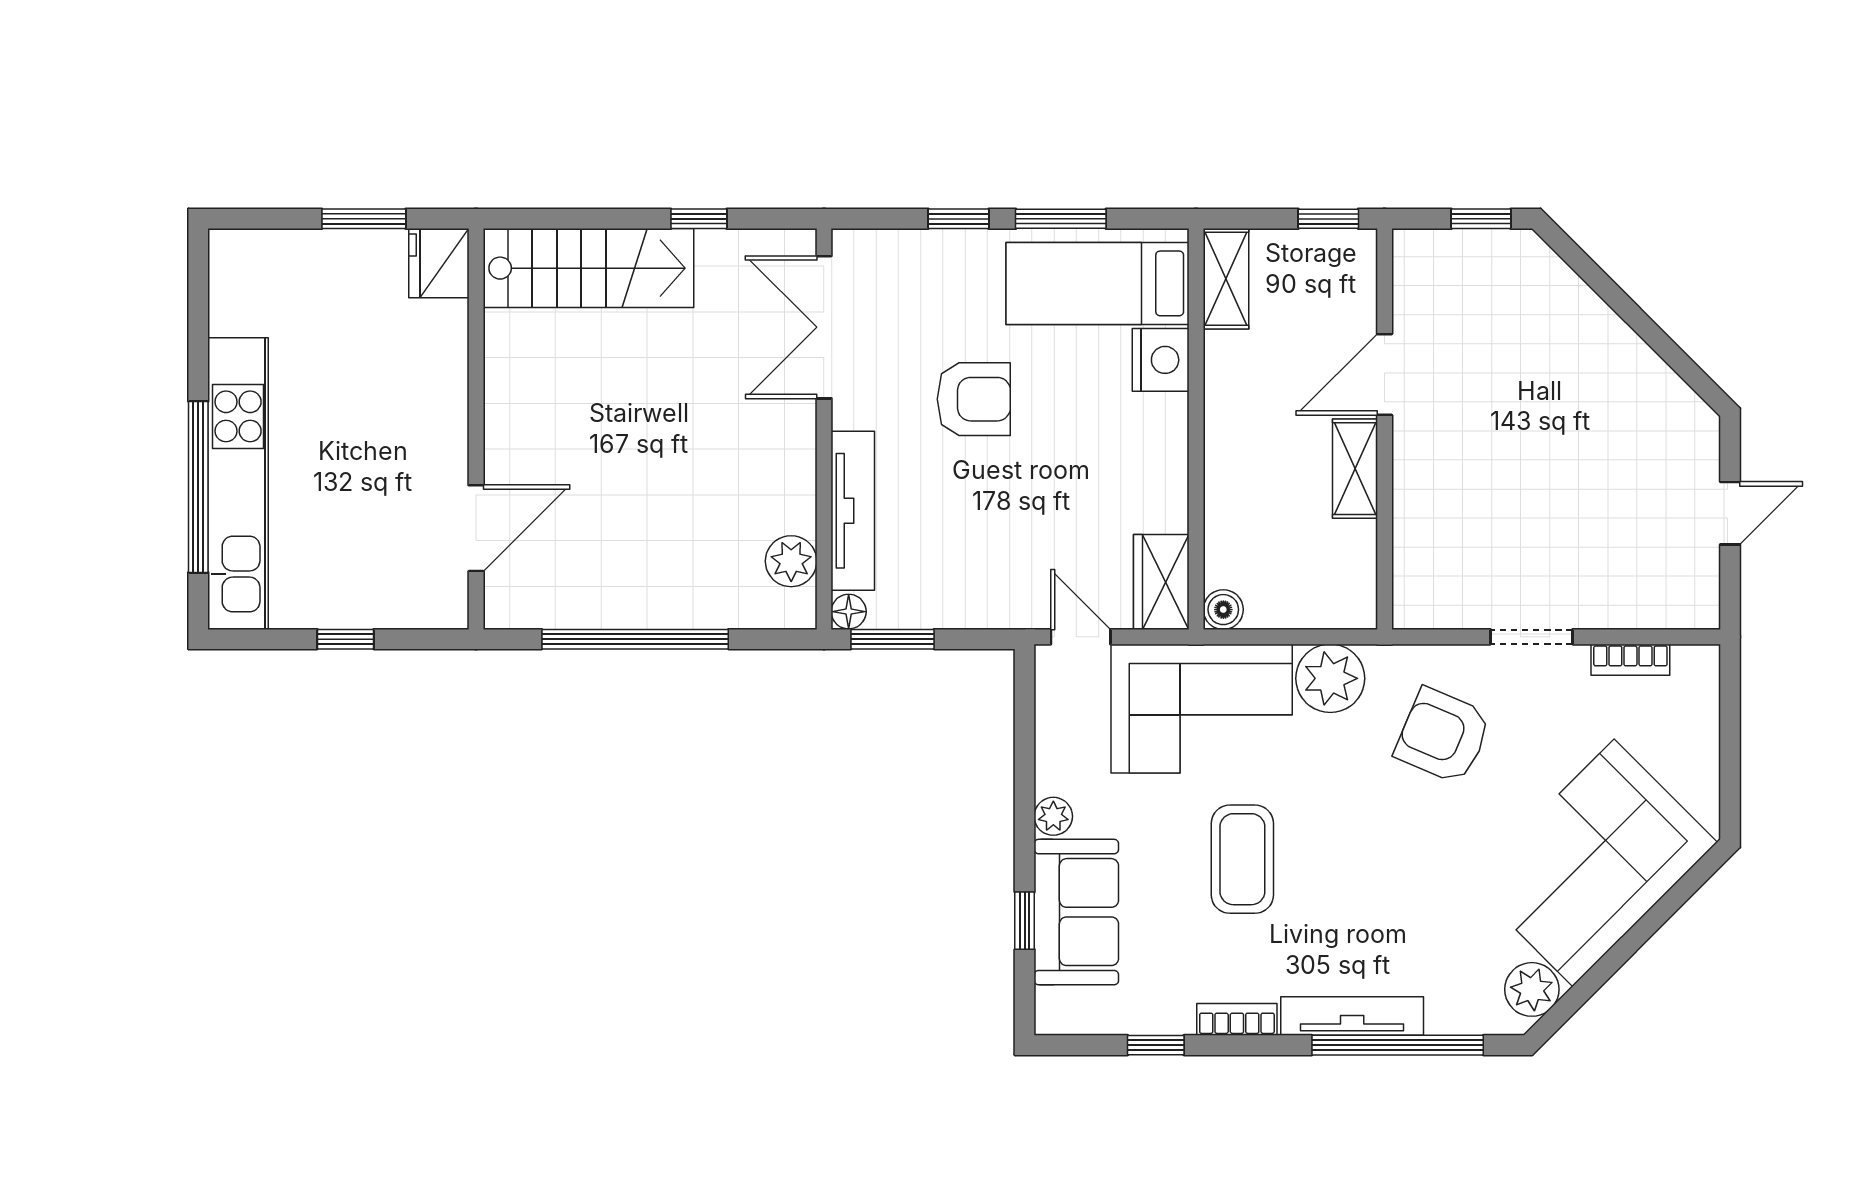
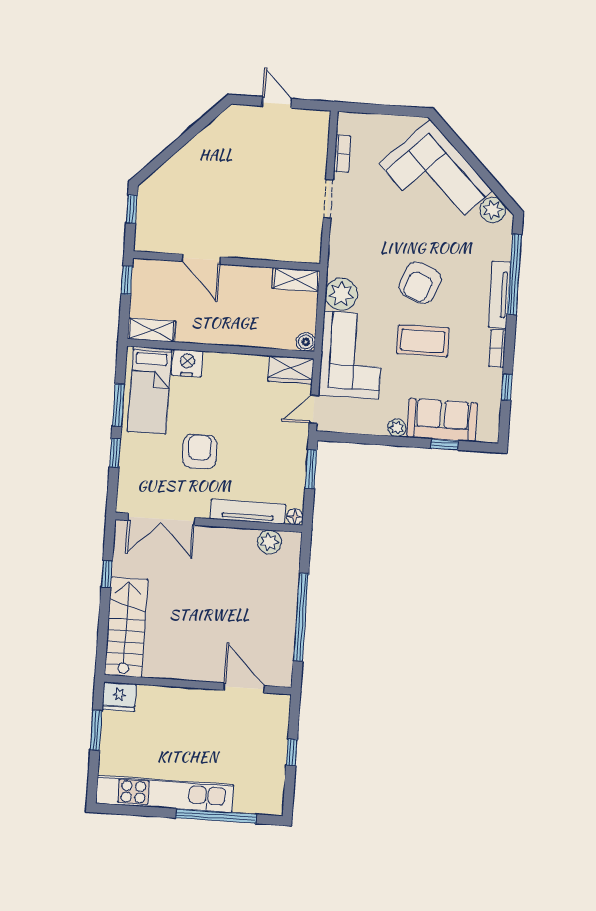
shelving: (1355, 469) -> (296, 279), moved
kitchen unit: (238, 484) -> (165, 794), moved
window: (893, 639) -> (311, 469), moved
armchair: (1443, 736) -> (420, 283), moved

